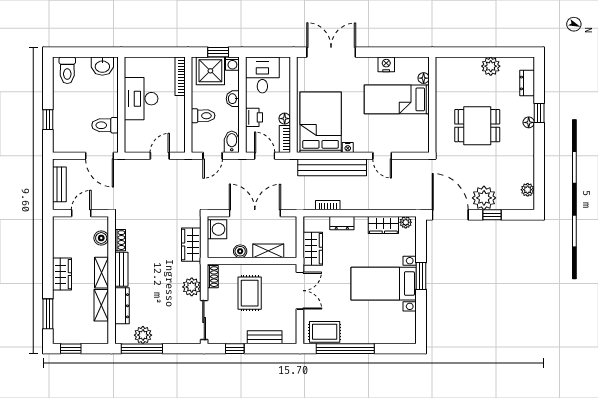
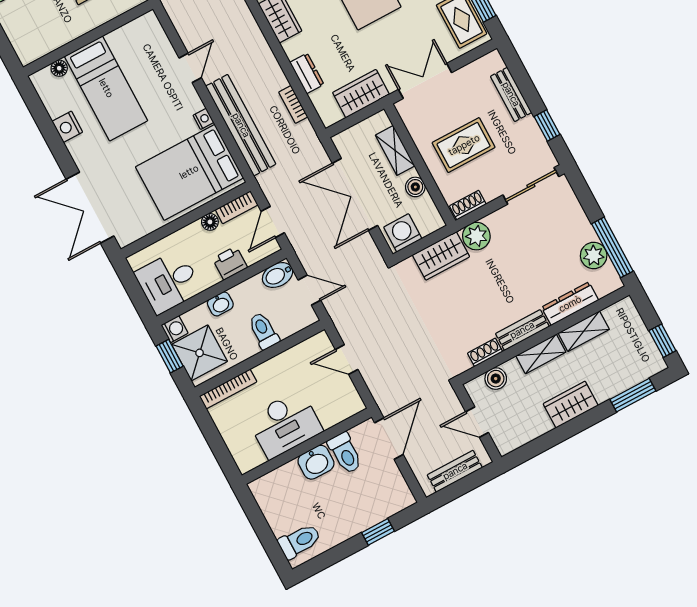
washbasin: (102, 66) -> (316, 462), moved, turned 90
plant: (192, 287) -> (476, 236), moved

